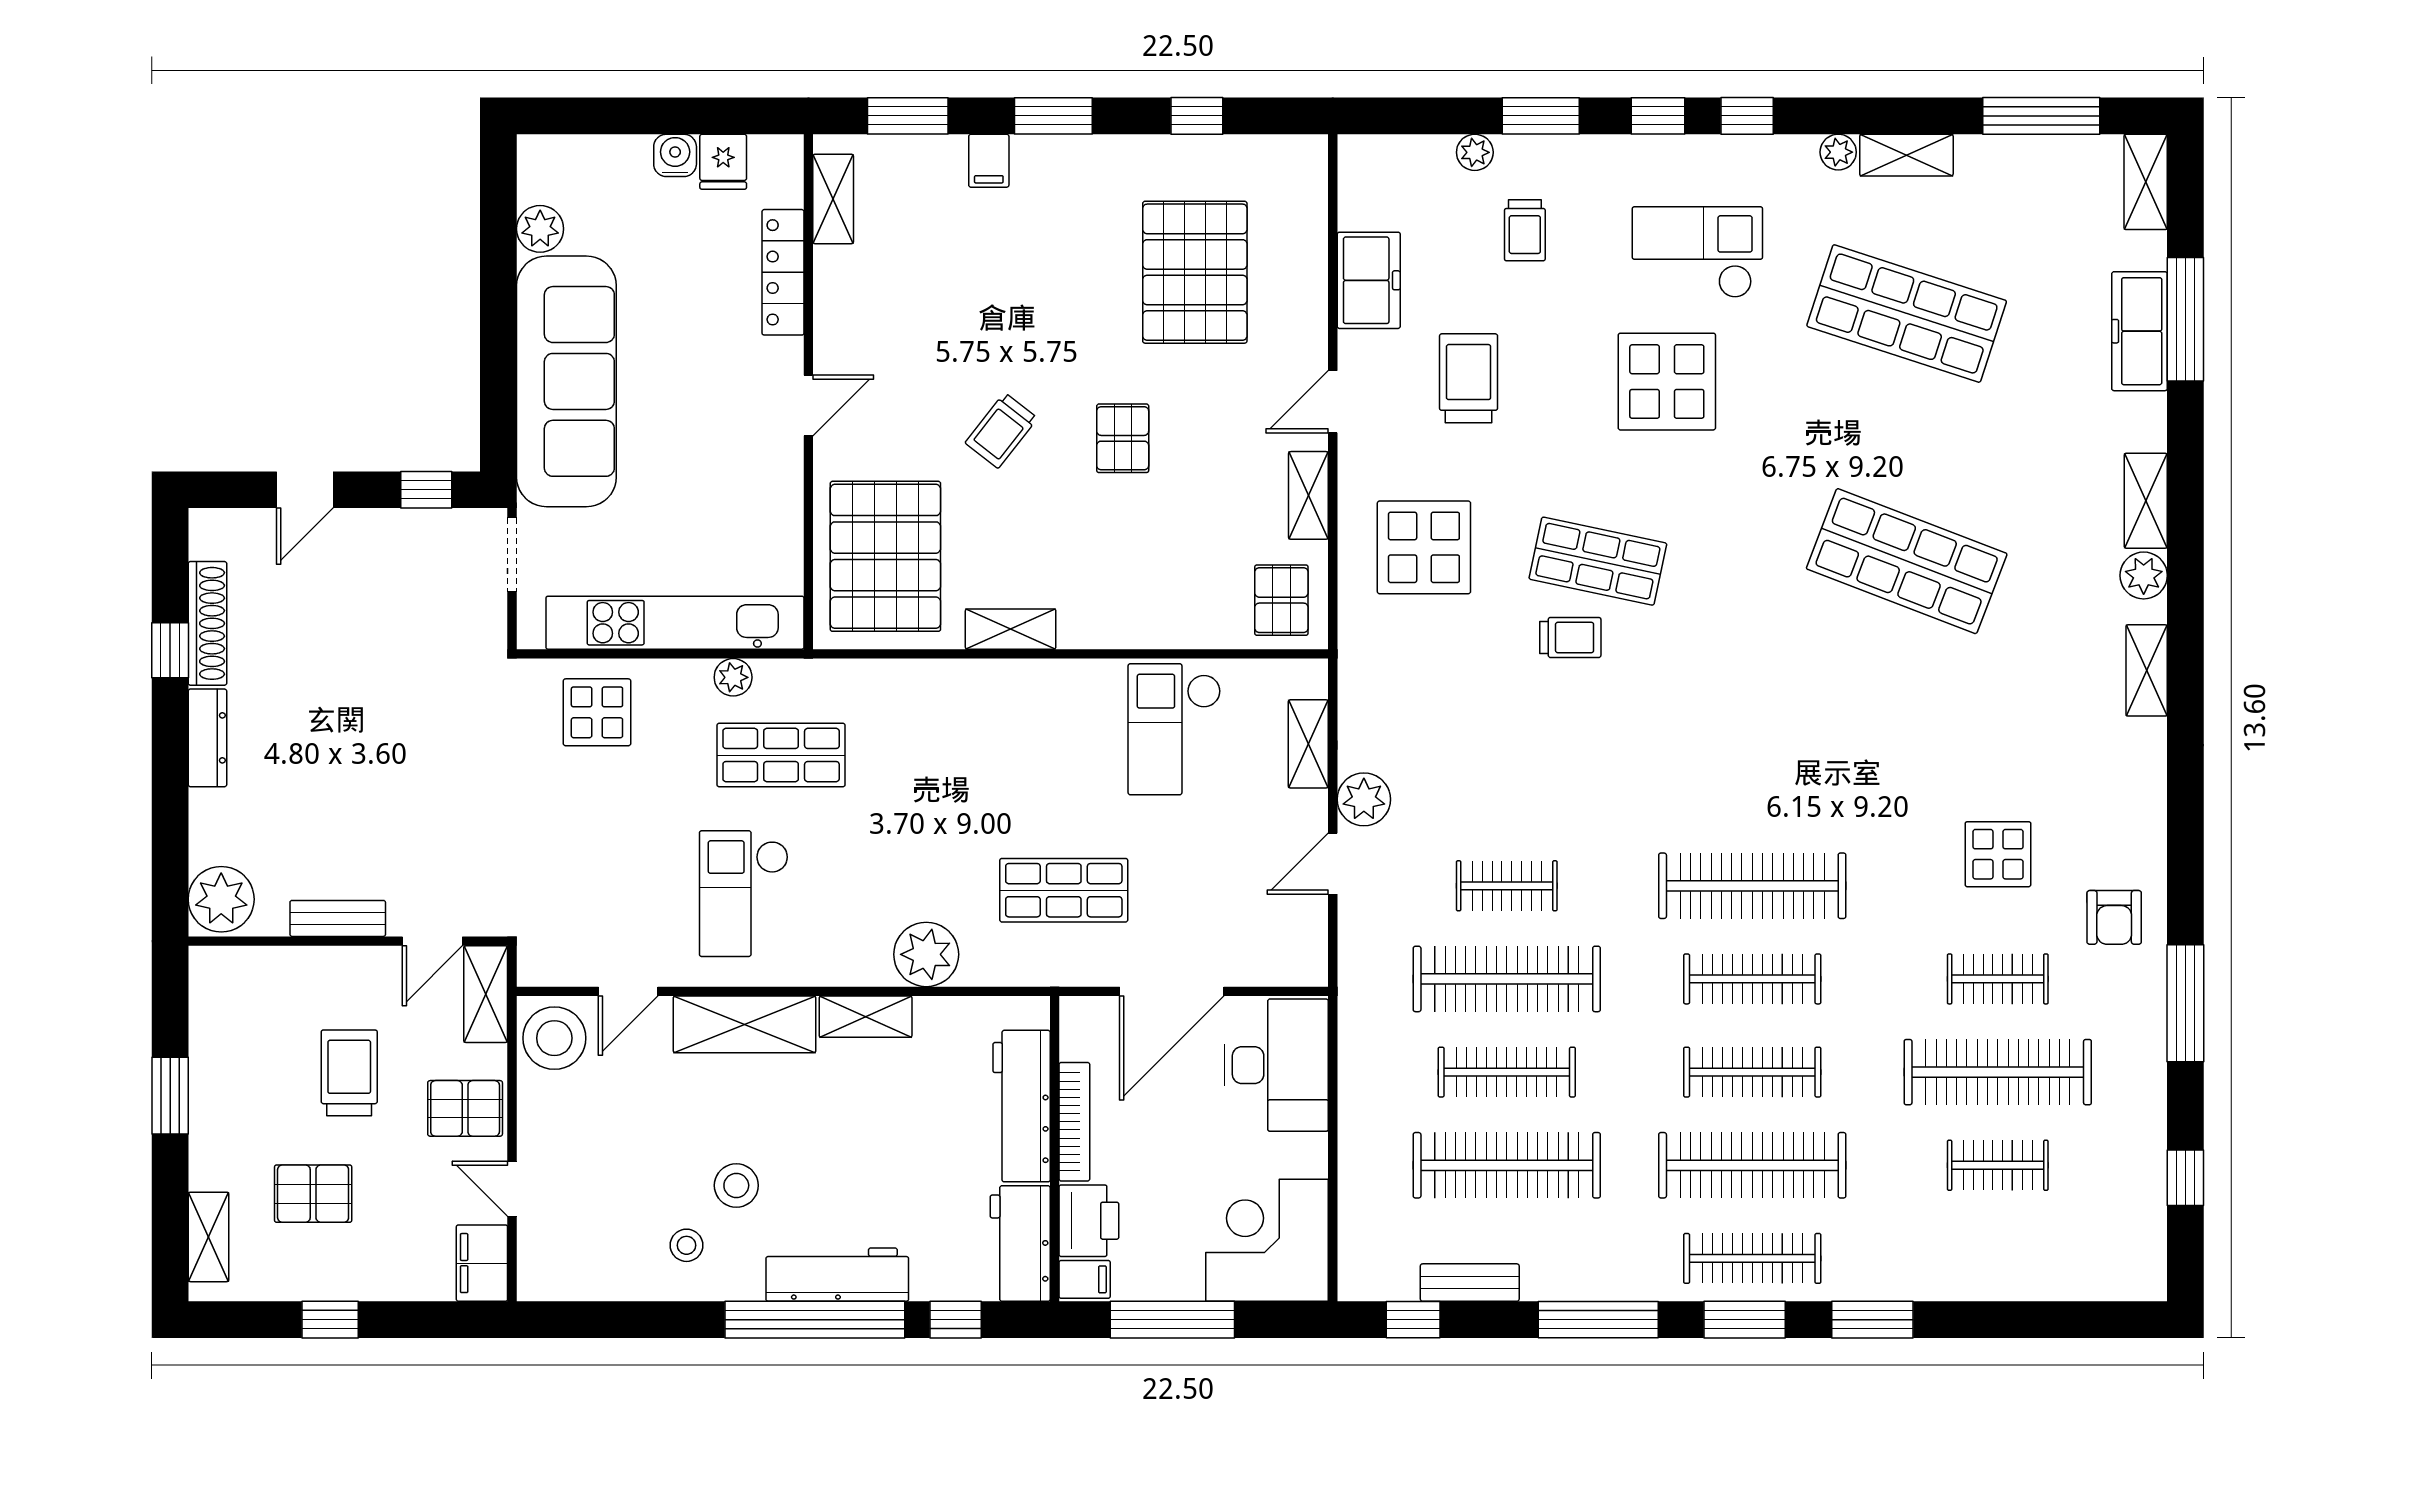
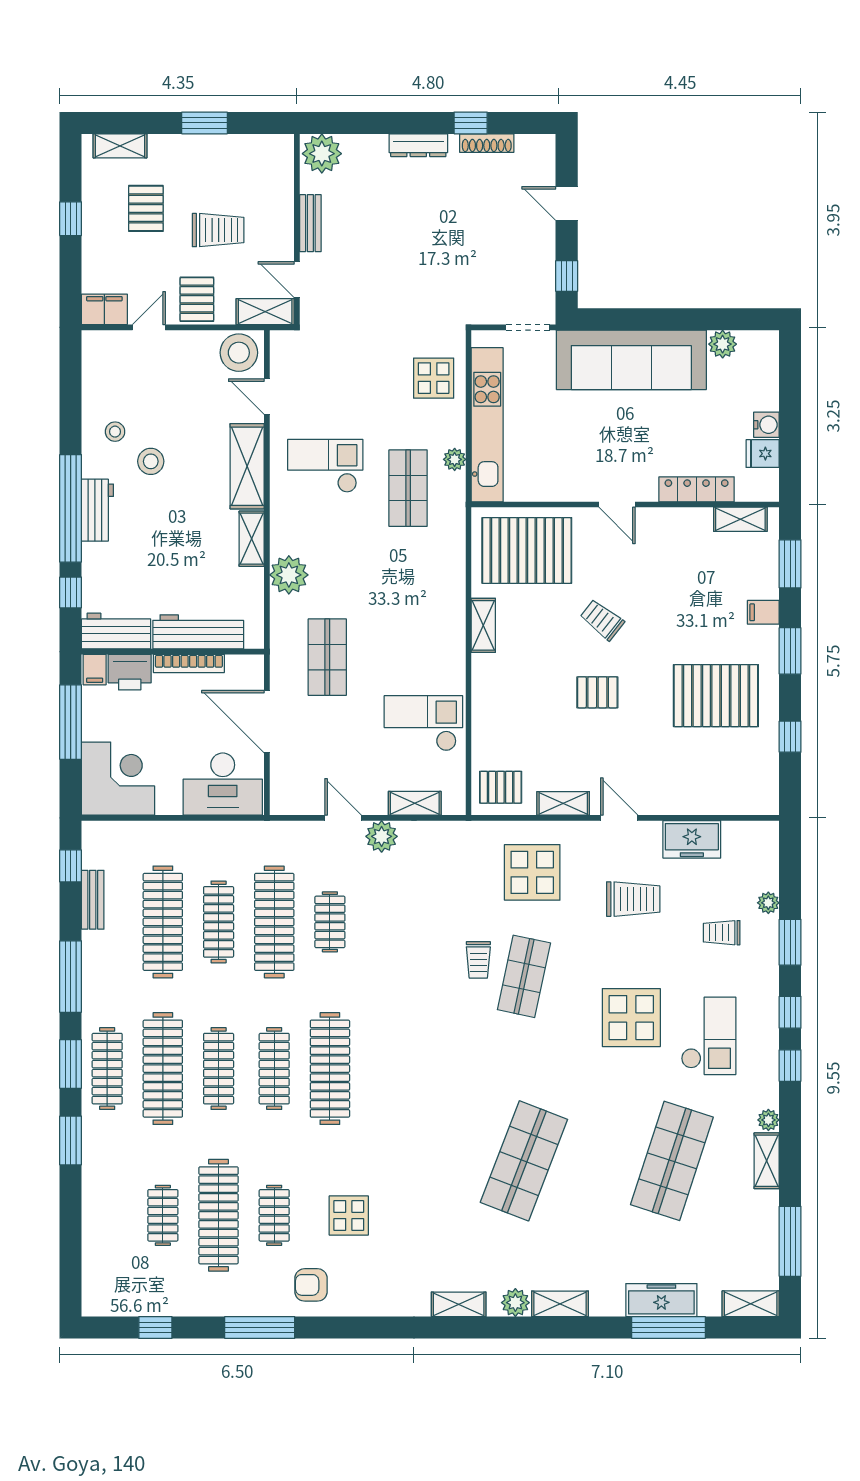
pallet: (1195, 272) -> (716, 696), moved
shoe rack: (207, 623) -> (487, 143), width x0.74, depth x0.81
workbench: (837, 1275) -> (97, 510), width x0.73

